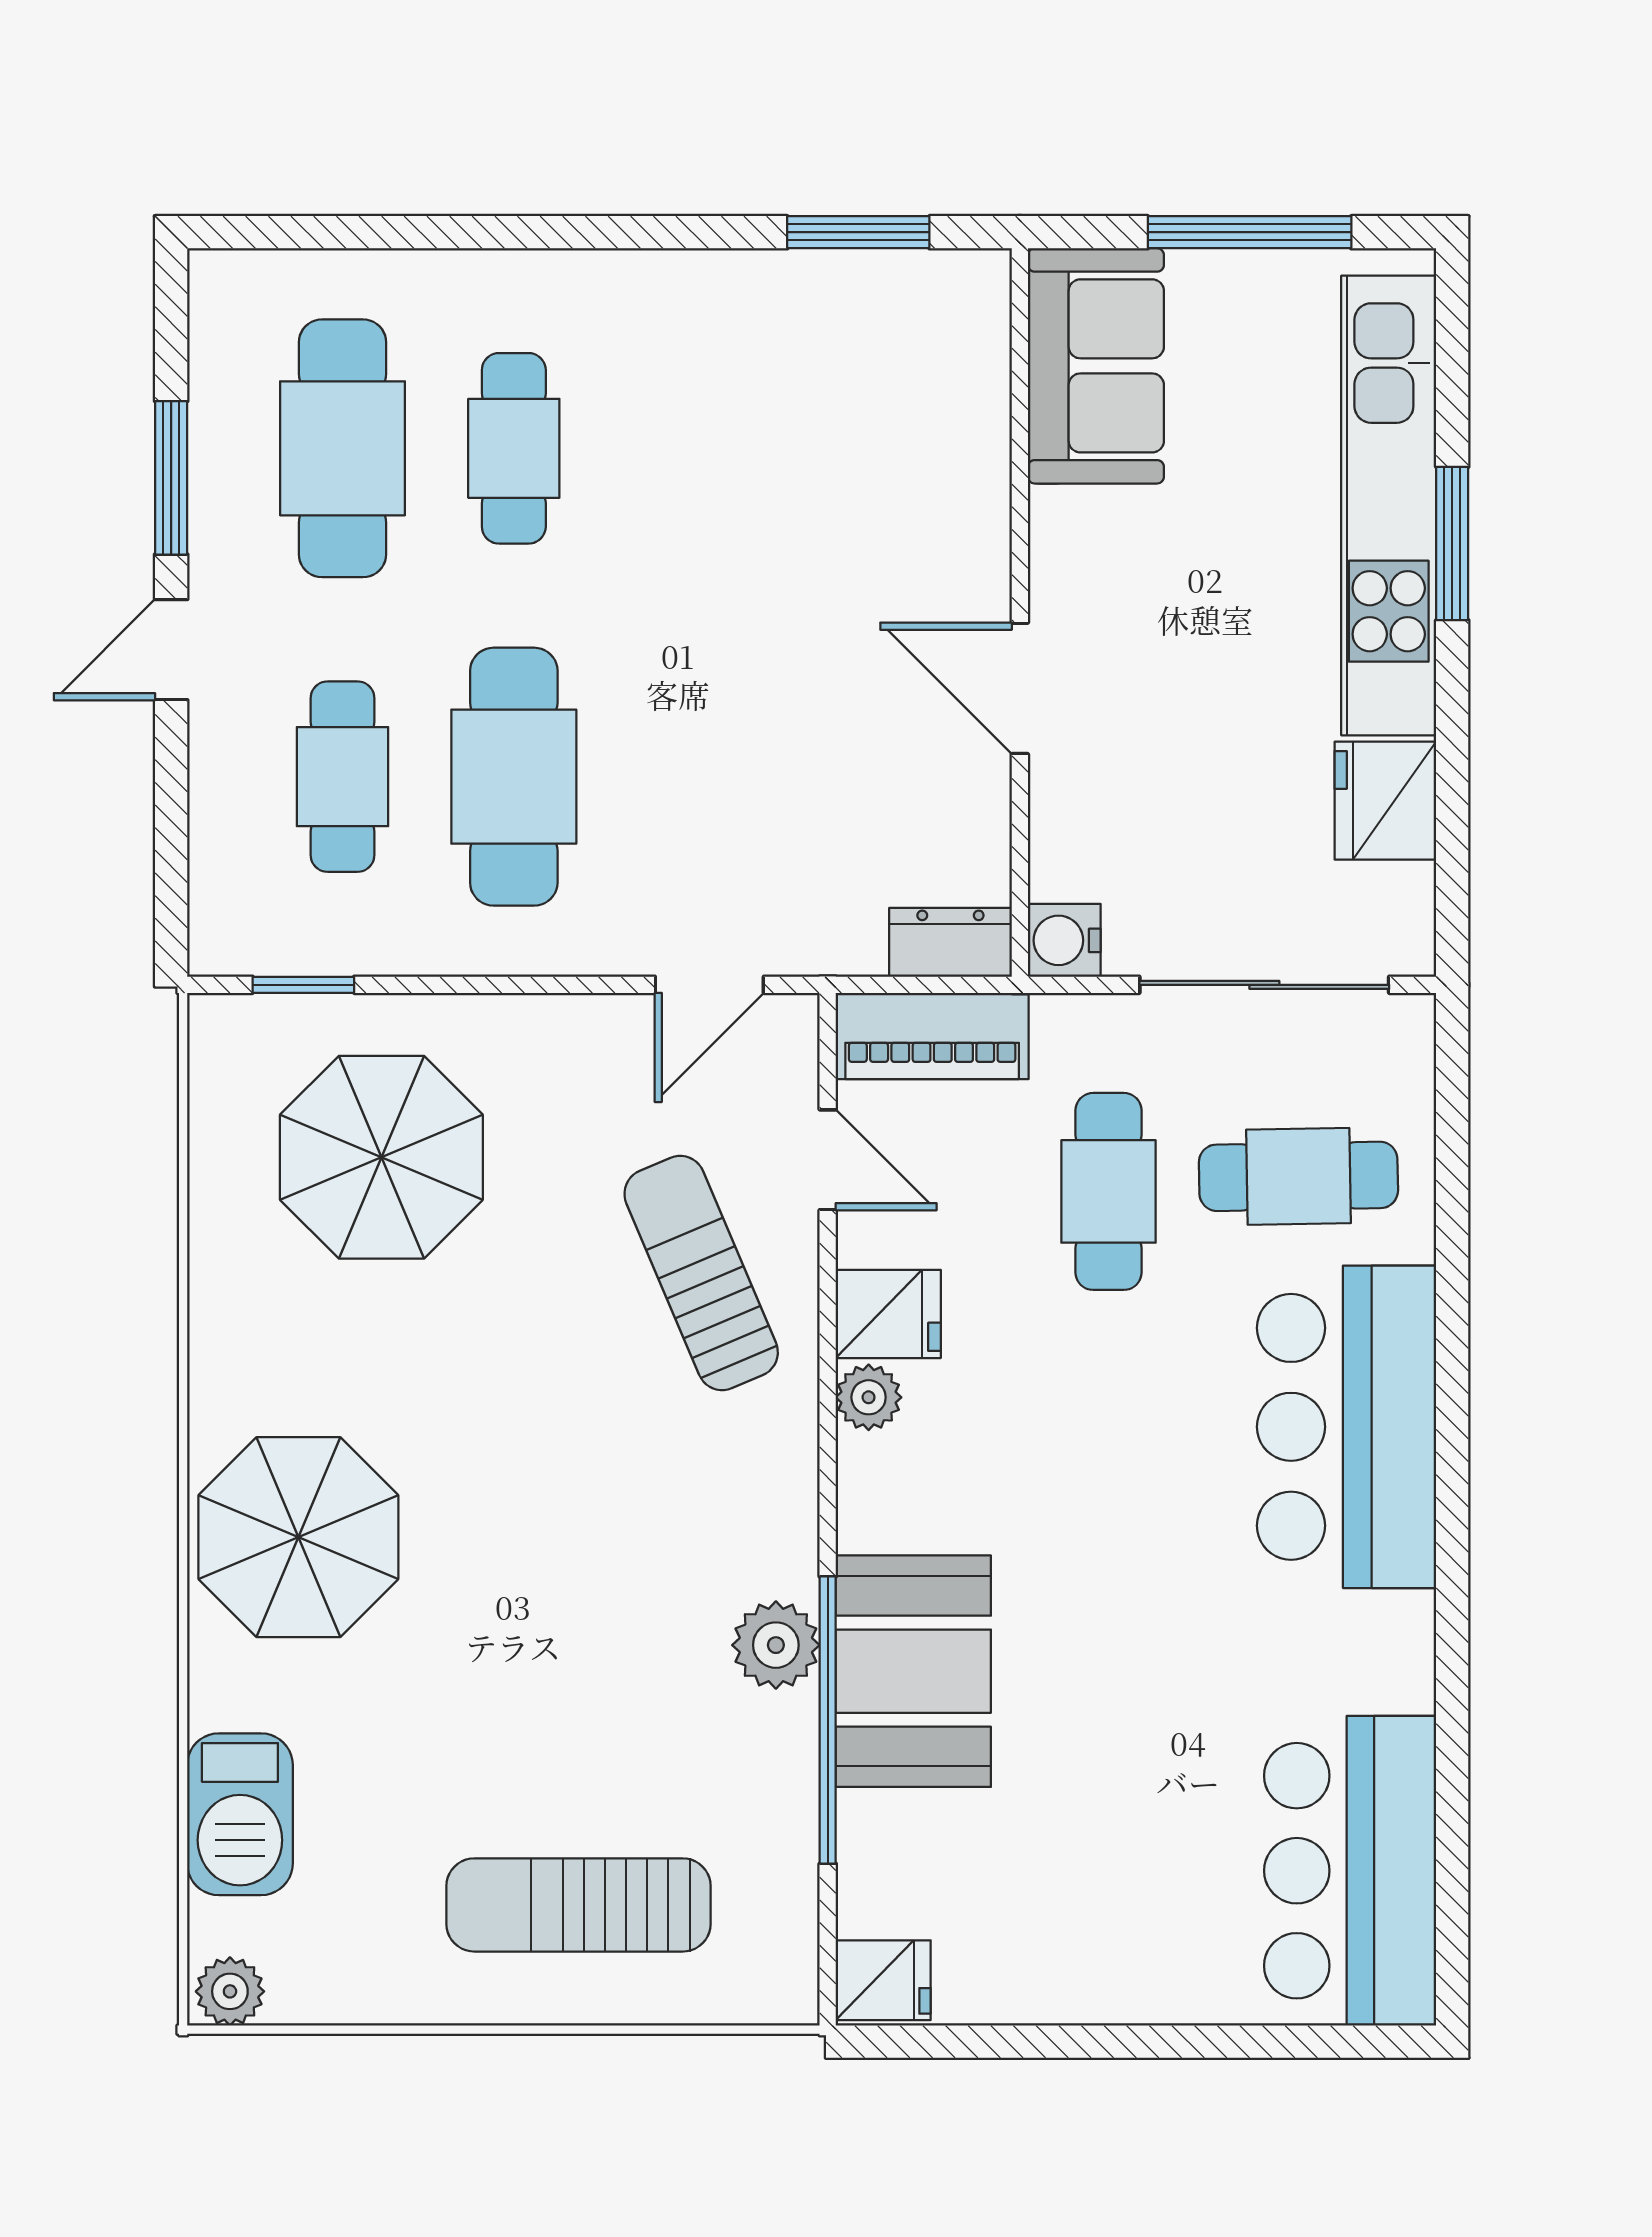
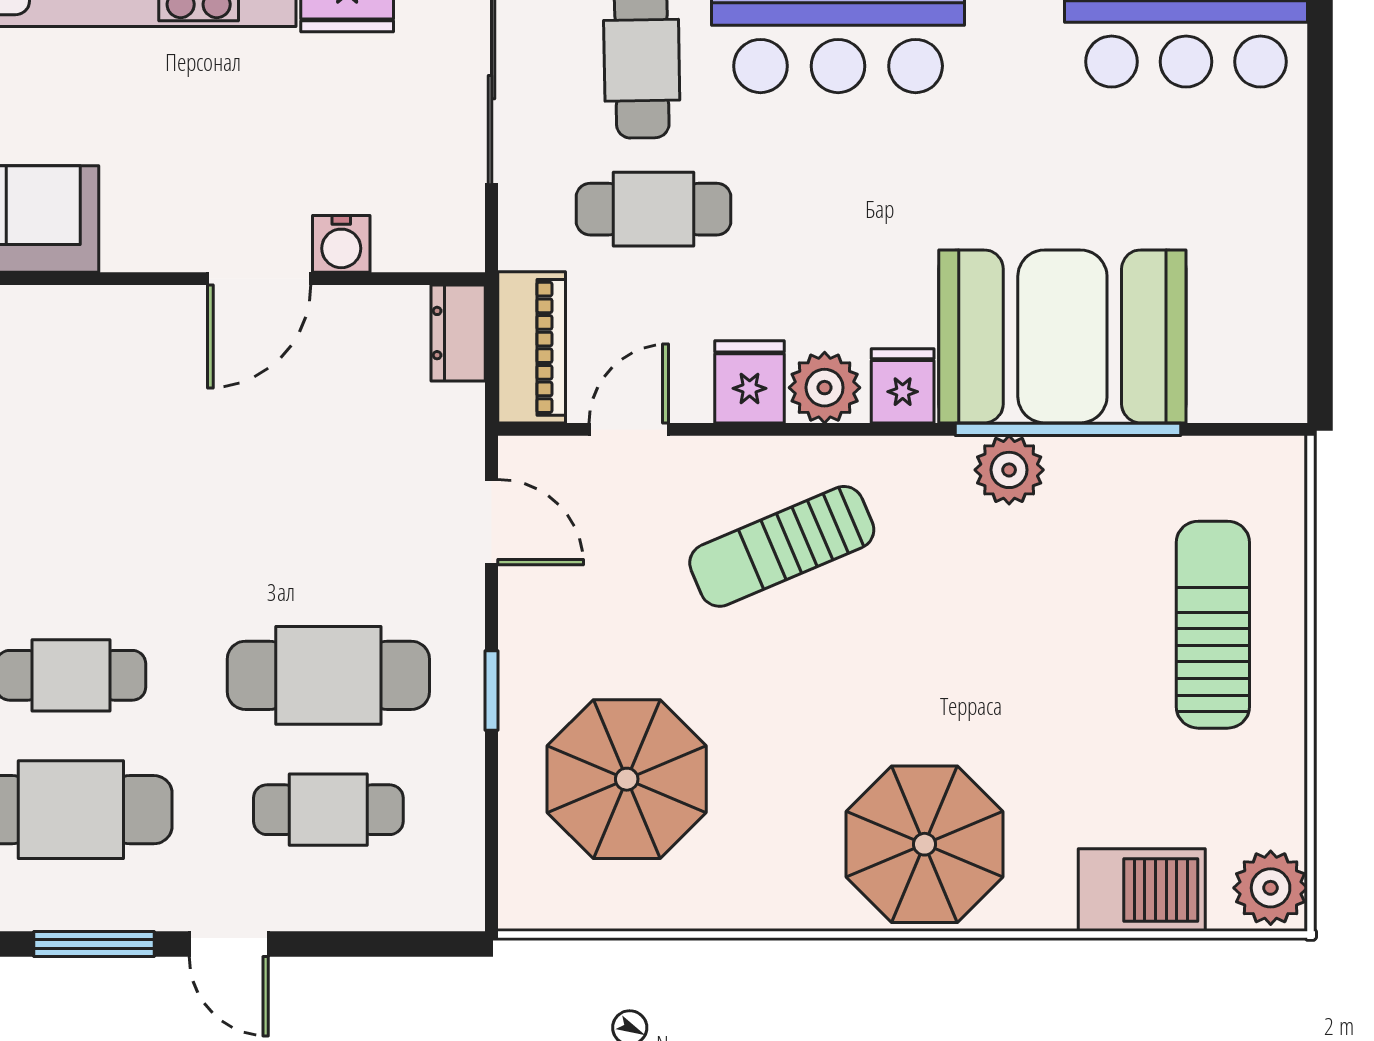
water cooler: (1064, 940) -> (341, 244), moved
window: (303, 985) -> (492, 691), moved
sun lounger: (701, 1273) -> (782, 546), moved
plant: (869, 1397) -> (825, 388), width x1.38, depth x1.38
booth: (913, 1671) -> (1062, 336), width x1.36, depth x1.42
sun lounger: (579, 1905) -> (1213, 625), turned 180
fridge: (883, 1980) -> (903, 386), moved
plant: (230, 1991) -> (1271, 888), width x1.38, depth x1.38

